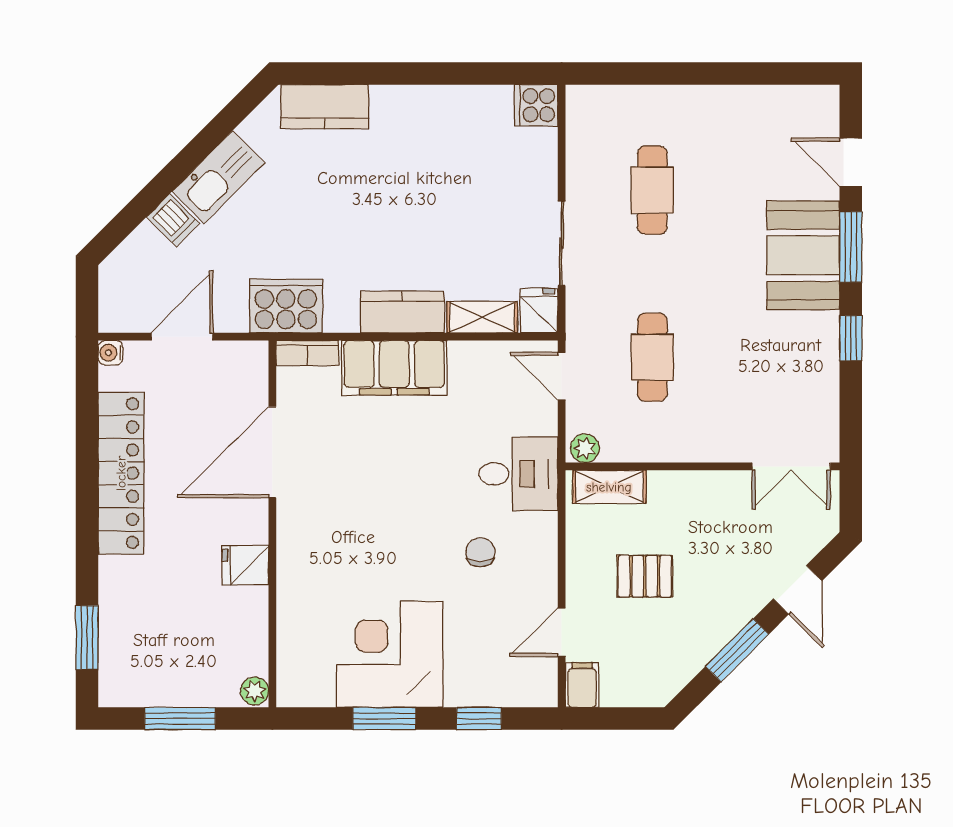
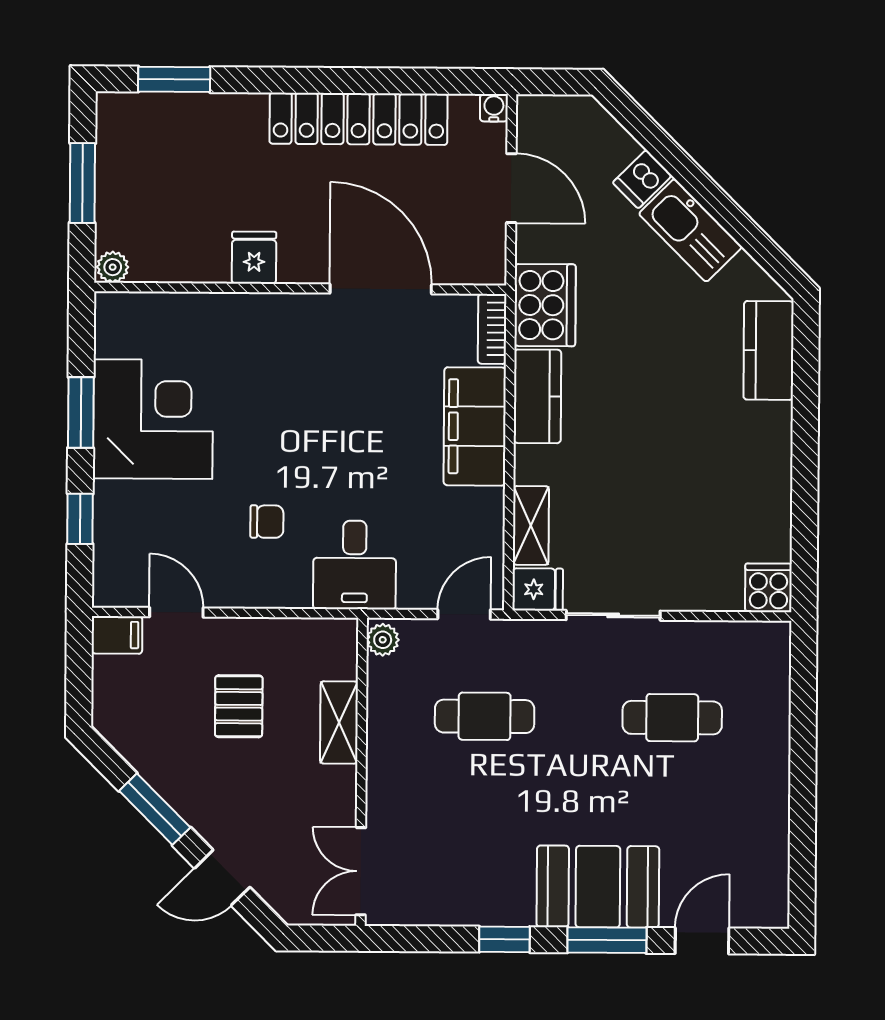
kitchen counter: (402, 312) -> (537, 396), moved
shelving: (609, 487) -> (339, 722), moved

